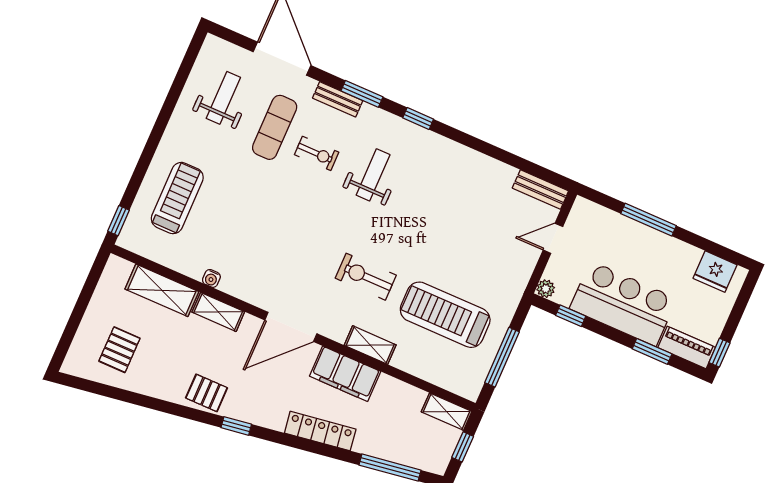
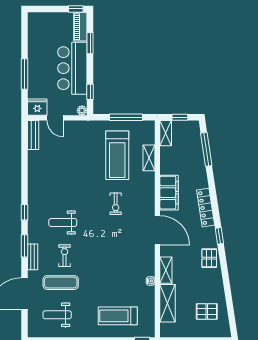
fridge: (715, 272) -> (37, 107), moved, turned -90
exercise bike: (366, 277) -> (116, 204), width x0.73, depth x0.72
shelving: (370, 345) -> (149, 158), moved
locker: (320, 431) -> (206, 208), moved

